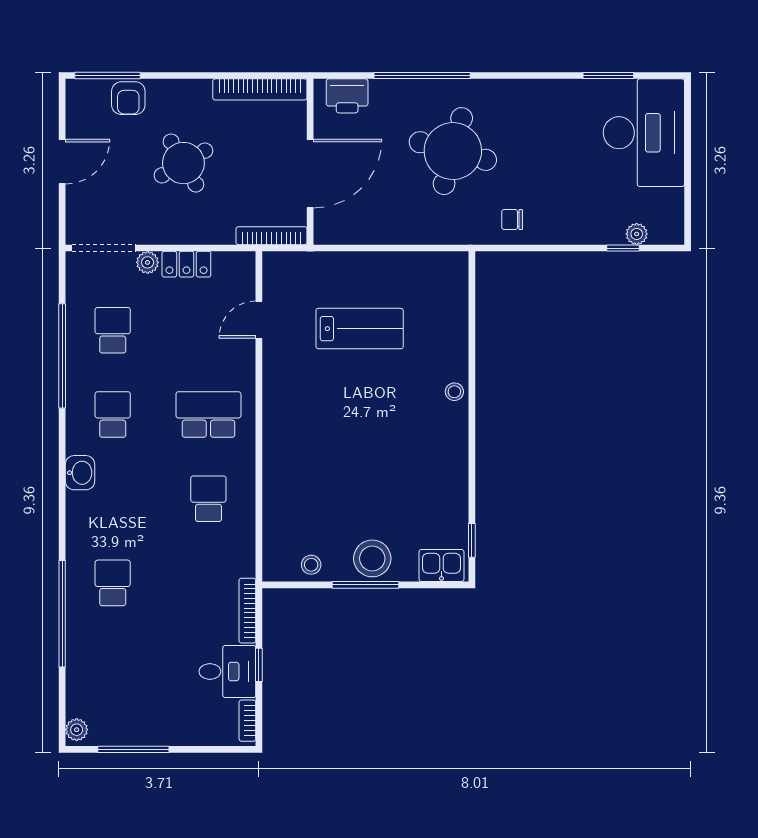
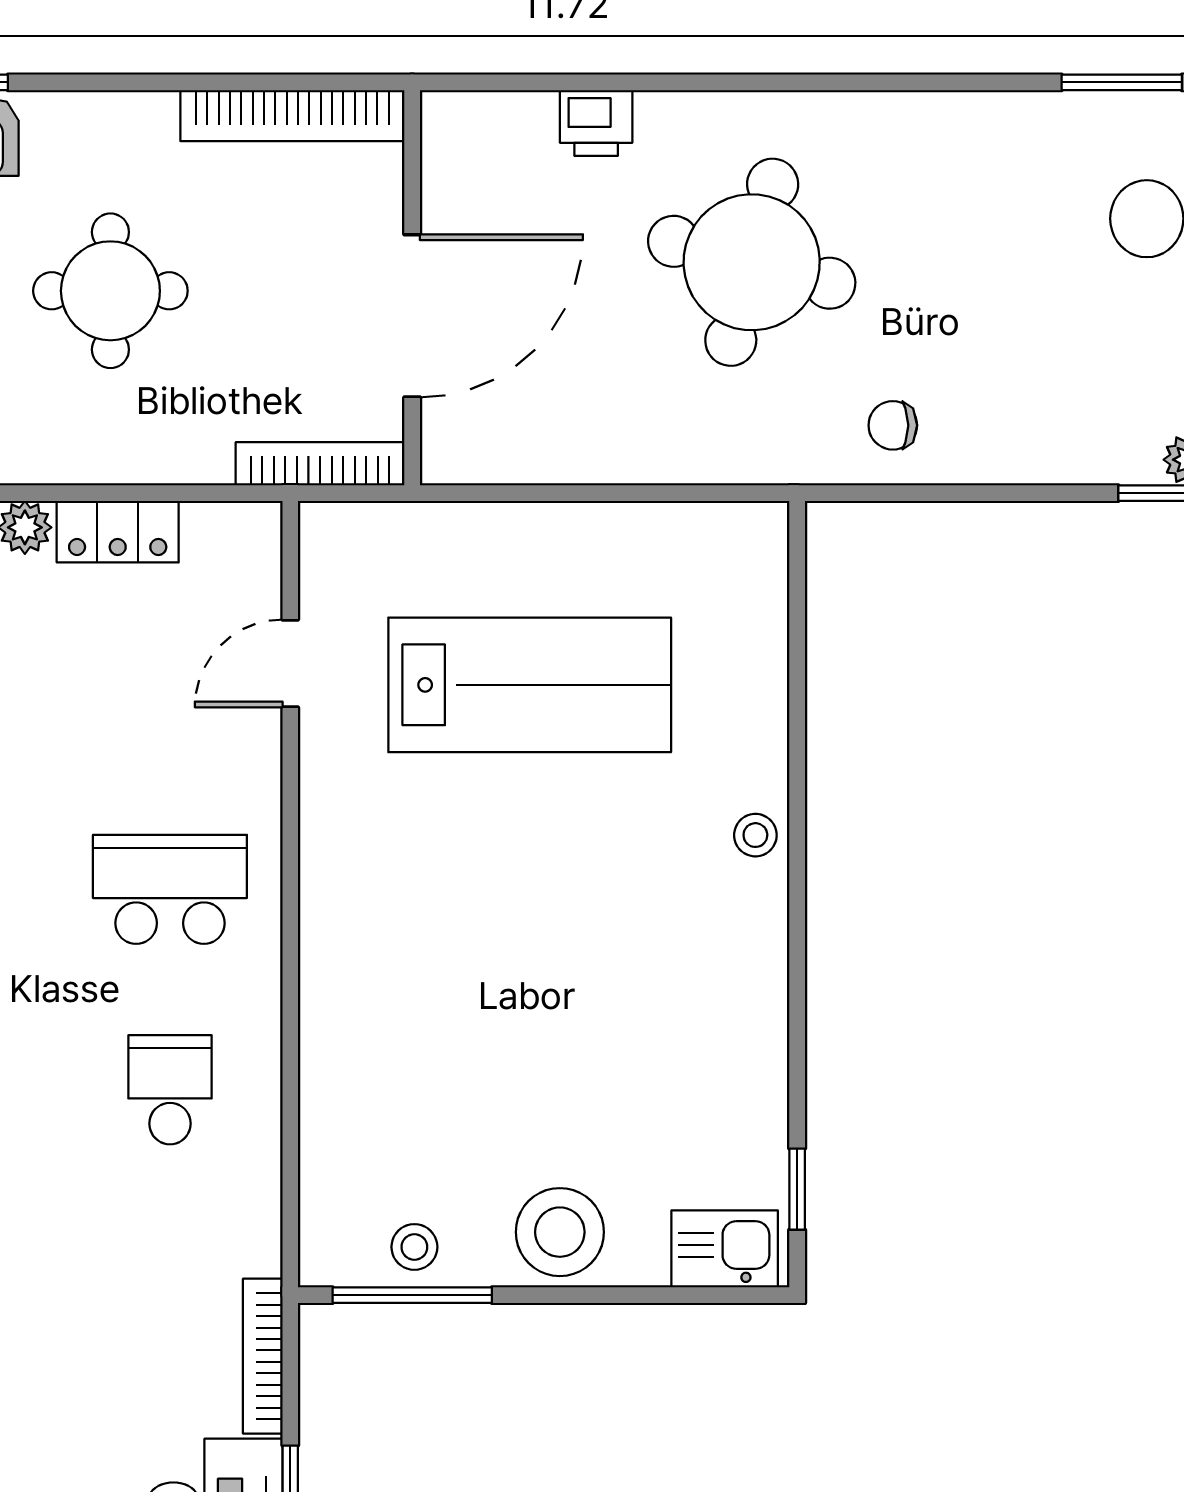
window: (422, 75) -> (679, 82), removed
printer: (347, 96) -> (596, 123), moved, width x0.73, depth x0.81
round table: (183, 163) -> (110, 291), turned 30
lab bench: (360, 329) -> (530, 685), width x1.36, depth x1.39
window: (365, 585) -> (412, 1295), moved

